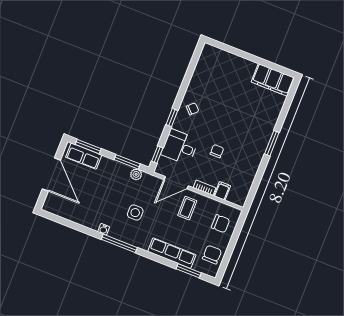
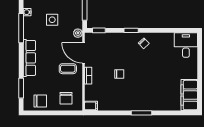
desk: (180, 147) -> (186, 45), moved
plant: (136, 174) -> (78, 33), moved
filing cabinet: (222, 191) -> (91, 106), moved
side table: (135, 213) -> (52, 20), moved
row of seats: (172, 253) -> (29, 58), moved

